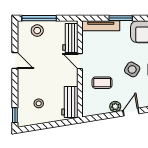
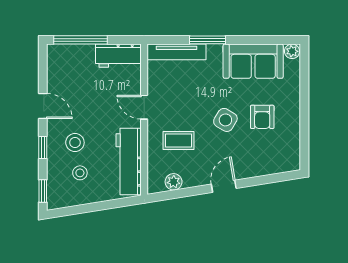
stool: (37, 31) -> (75, 143), moved
workbench: (70, 38) -> (118, 56), moved, turned -90
window: (15, 87) -> (43, 148), added
workbench: (70, 102) -> (129, 162), width x1.38
plant: (115, 107) -> (174, 182), moved

